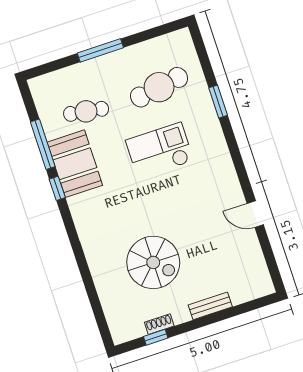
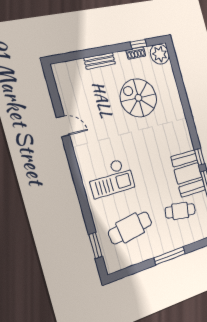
window: (218, 102) -> (96, 245), moved
checkout: (160, 150) -> (111, 178), moved
plant: (123, 328) -> (160, 54), added

